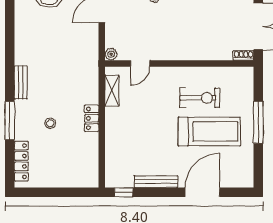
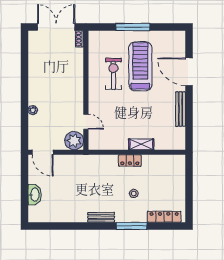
plant: (111, 54) -> (74, 141), width x1.88, depth x1.88
shelving: (112, 91) -> (141, 144), moved
window: (124, 192) -> (189, 135), removed

